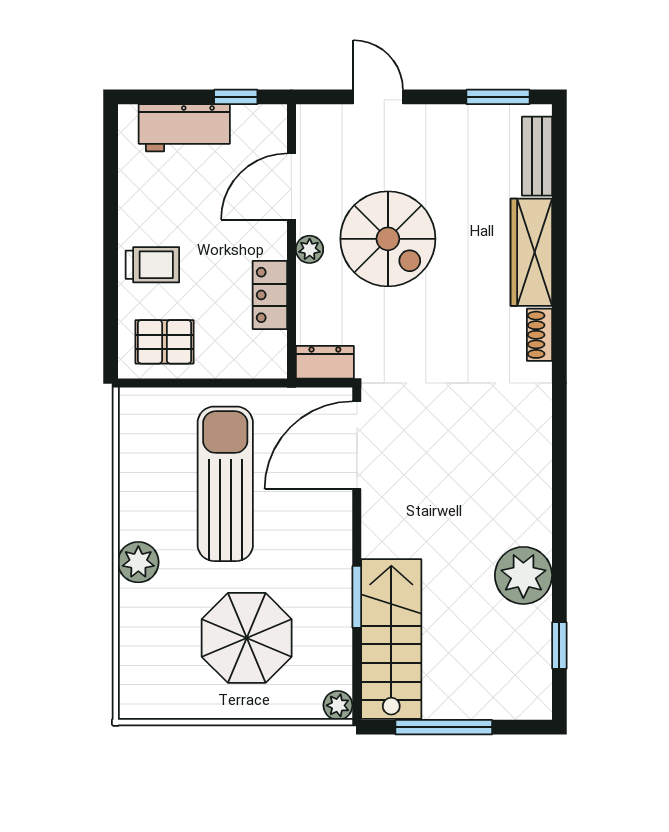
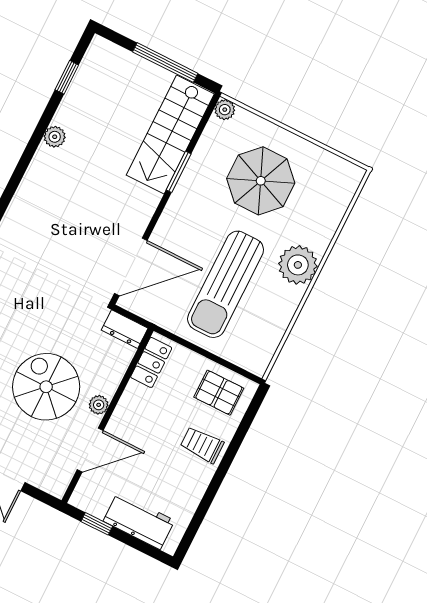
locker: (270, 295) -> (151, 362), moved
plant: (138, 562) -> (298, 265), width x1.36, depth x1.36
plant: (523, 575) -> (55, 137), width x0.53, depth x0.53

